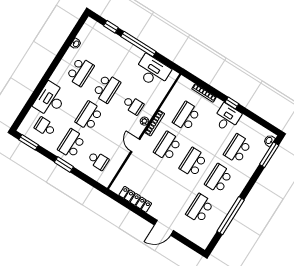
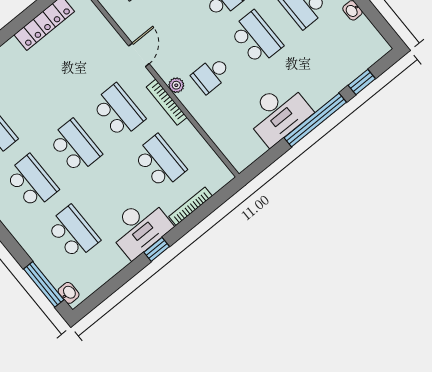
desk: (152, 71) -> (278, 113), moved
school desk: (107, 88) -> (256, 38), turned 180
desk: (227, 118) -> (139, 227), width x1.37
door: (135, 145) -> (139, 55), hinge flipped

